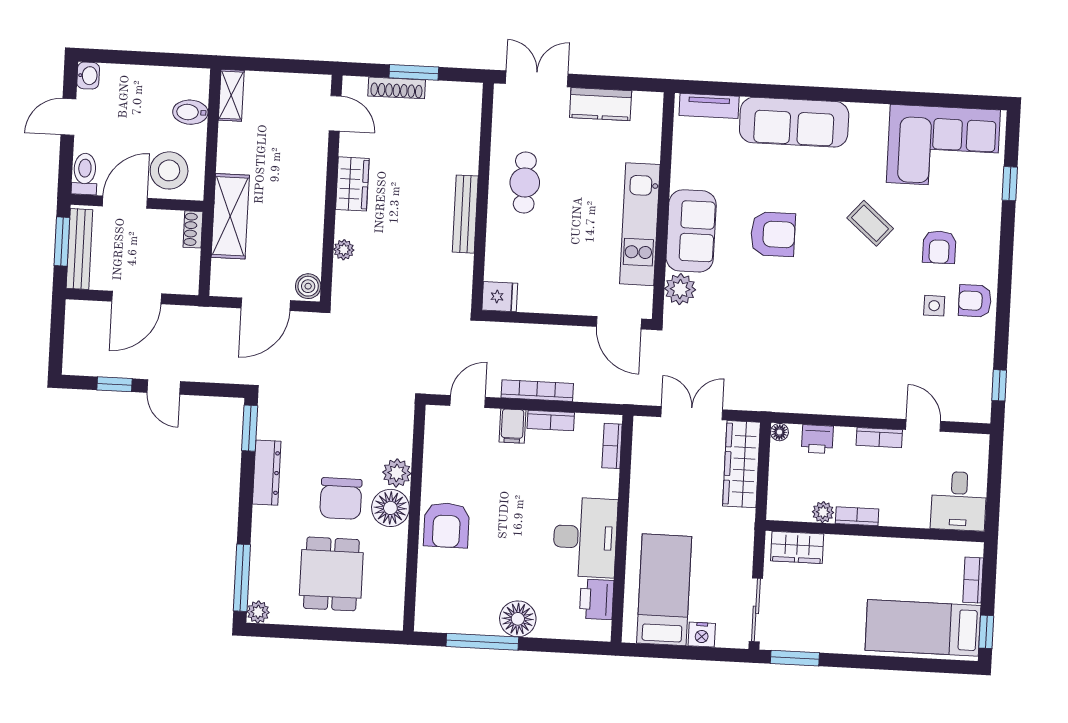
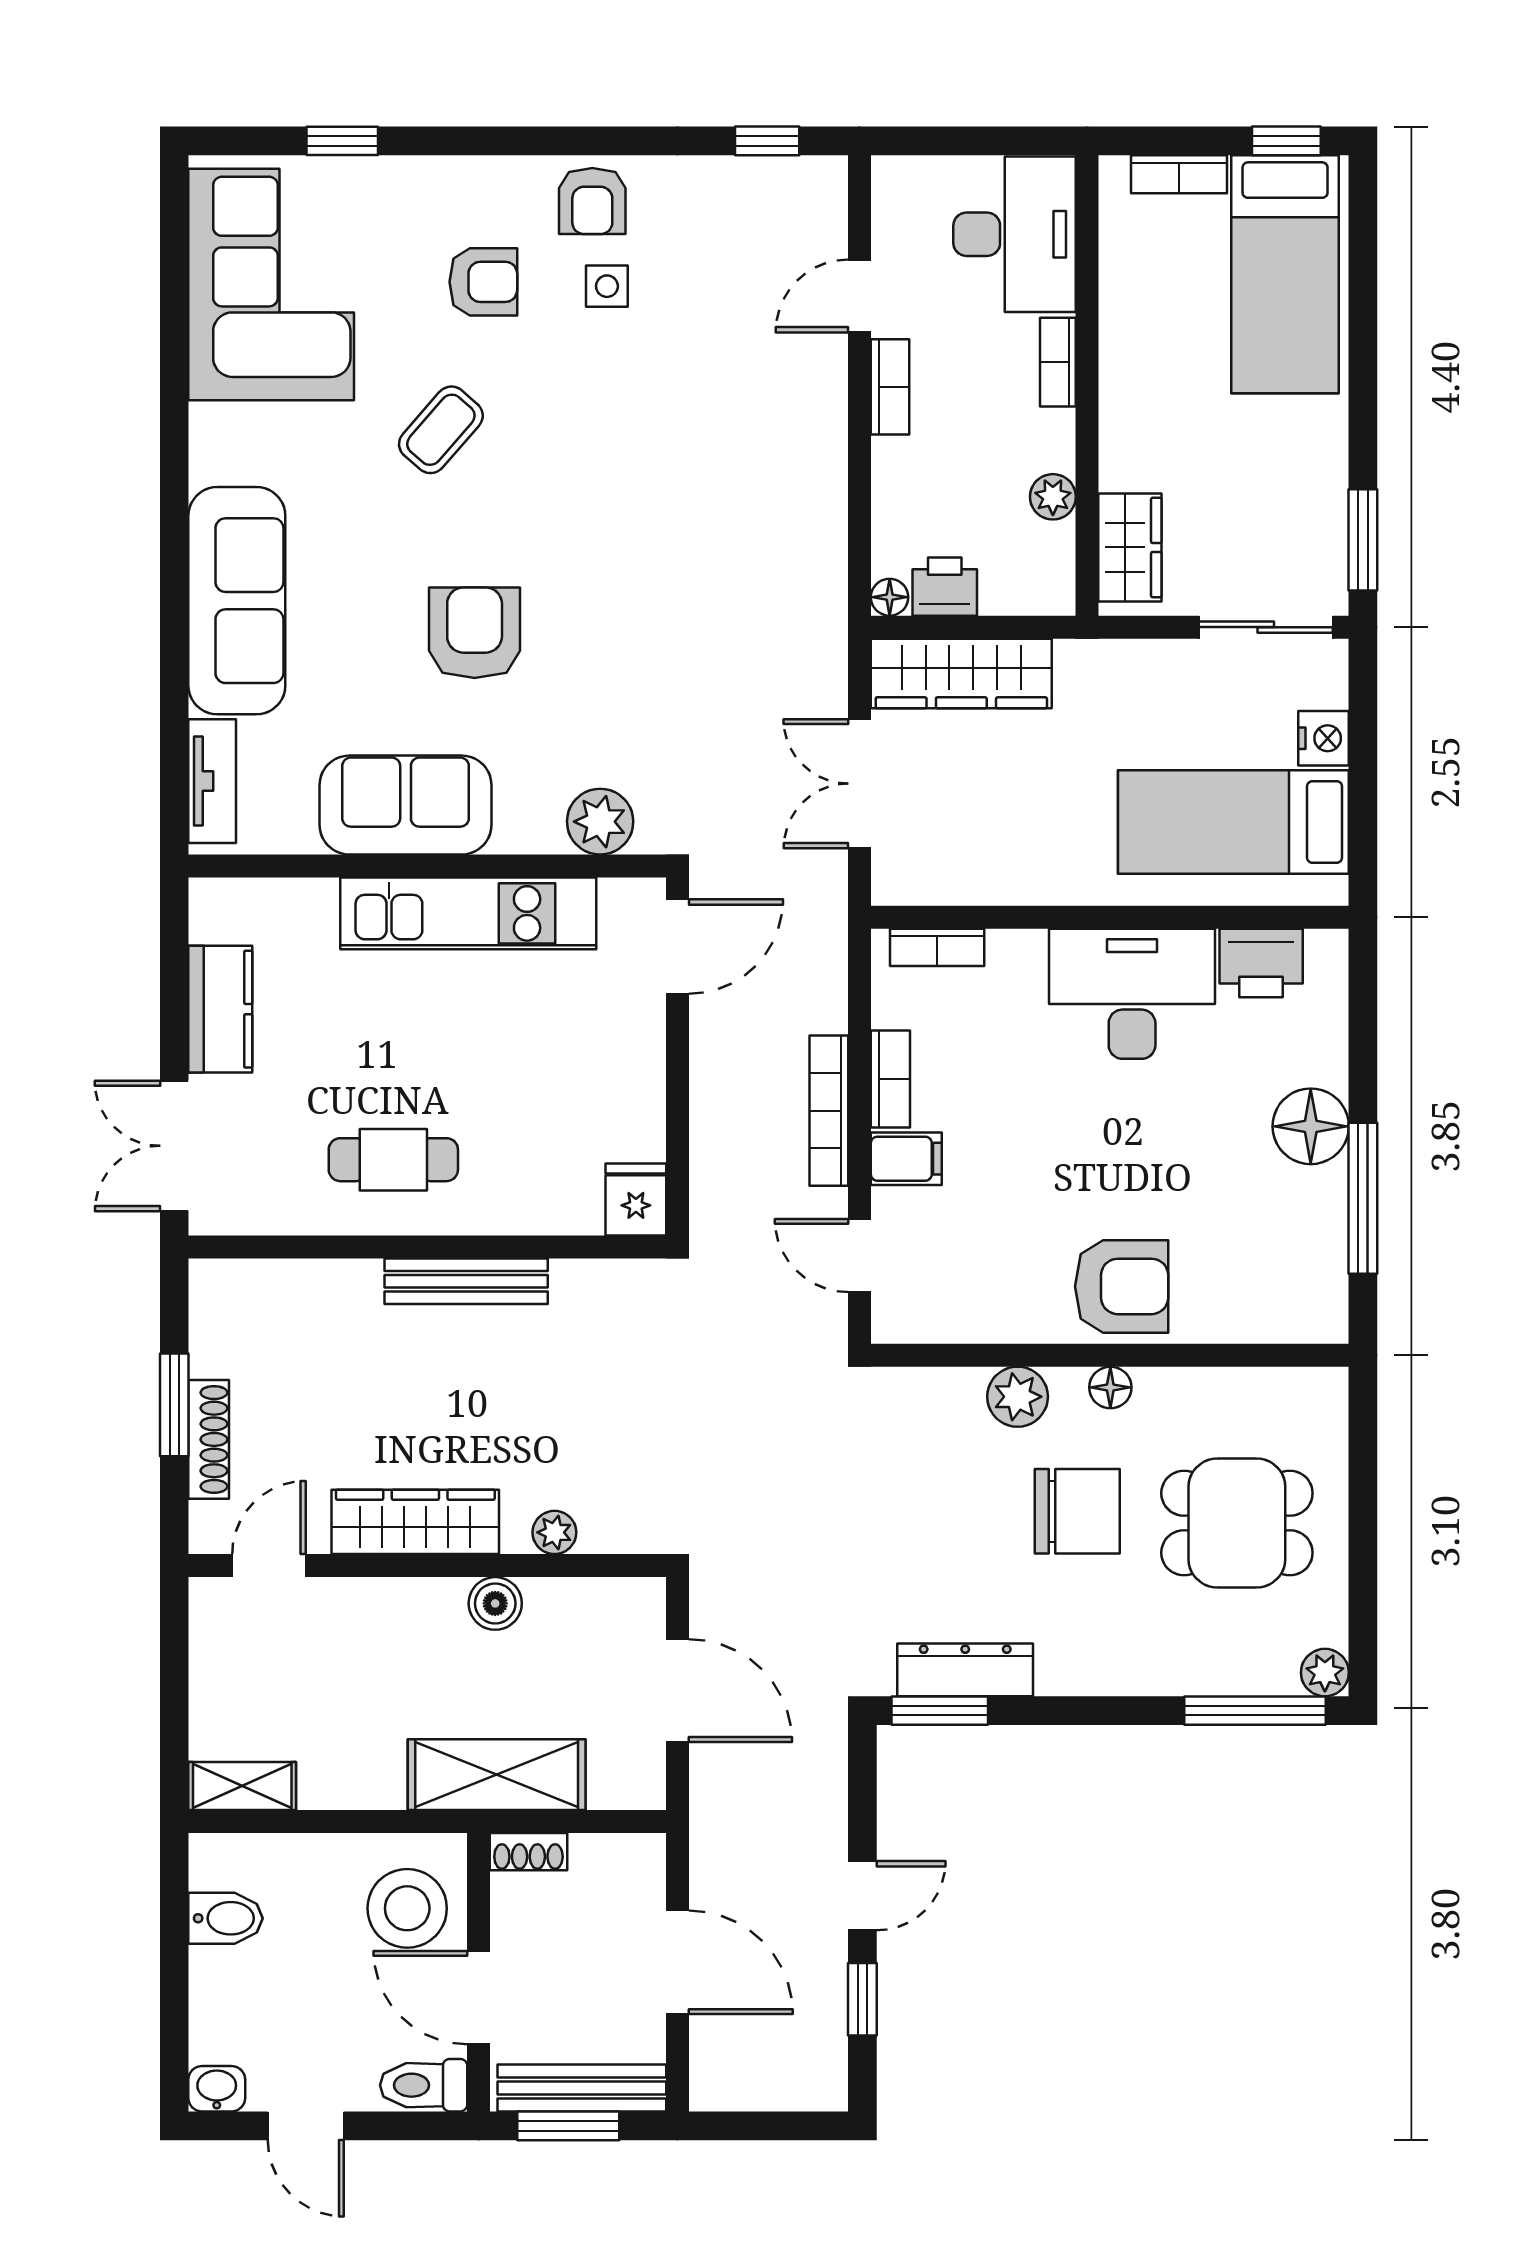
bidet: (190, 112) -> (226, 1918), moved, turned -90
wardrobe: (352, 184) -> (415, 1522), width x1.50
sofa: (691, 231) -> (406, 805), moved
boiler: (308, 286) -> (495, 1603), moved
printer: (817, 439) -> (945, 587), moved, turned -90
dresser: (267, 473) -> (965, 1670), moved
desk: (959, 501) -> (1015, 234), width x1.37
floor lamp: (390, 508) -> (1110, 1387), width x0.53, depth x0.53
bookcase: (857, 516) -> (1058, 362), moved

